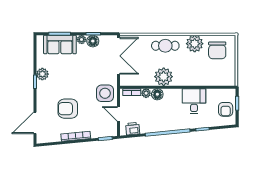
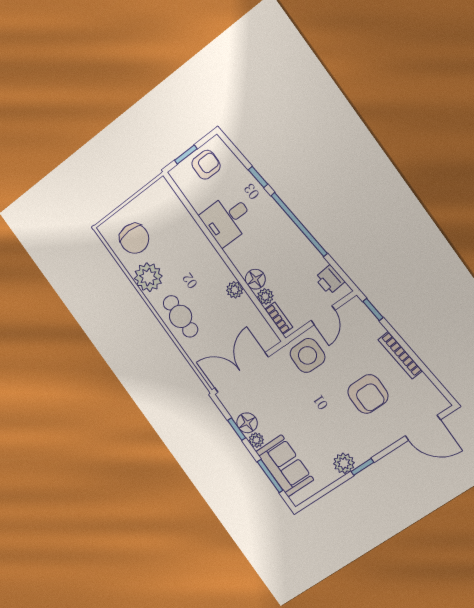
chair: (217, 50) -> (134, 239), turned 90
plant: (164, 77) -> (235, 290), width x0.53, depth x0.53

